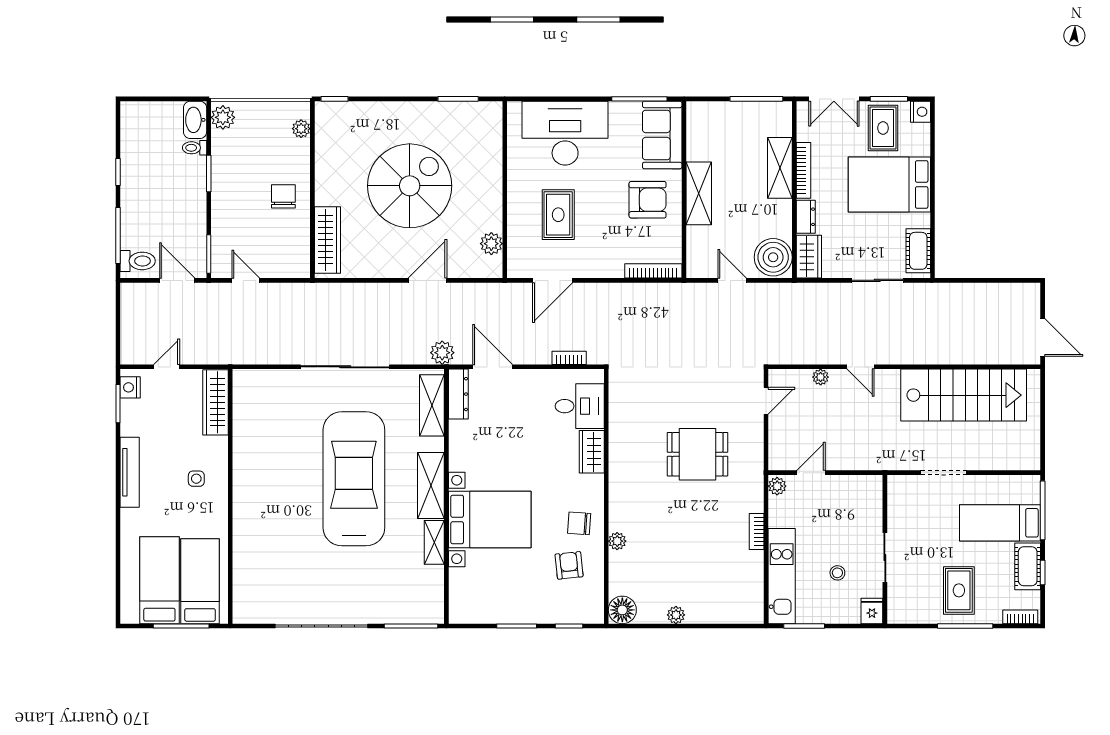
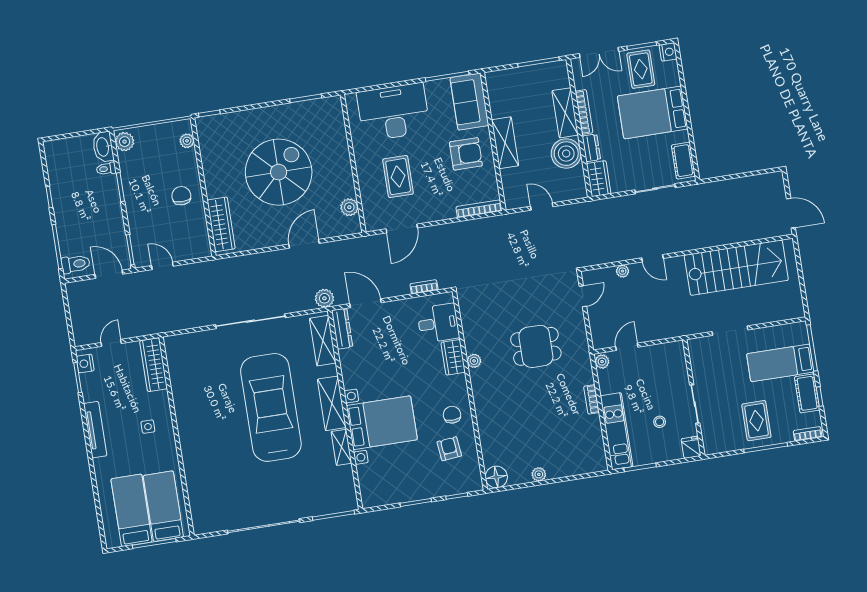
boiler: (773, 257) -> (566, 154), moved
chair: (579, 523) -> (452, 415), turned 86
plant: (617, 541) -> (474, 361), moved

